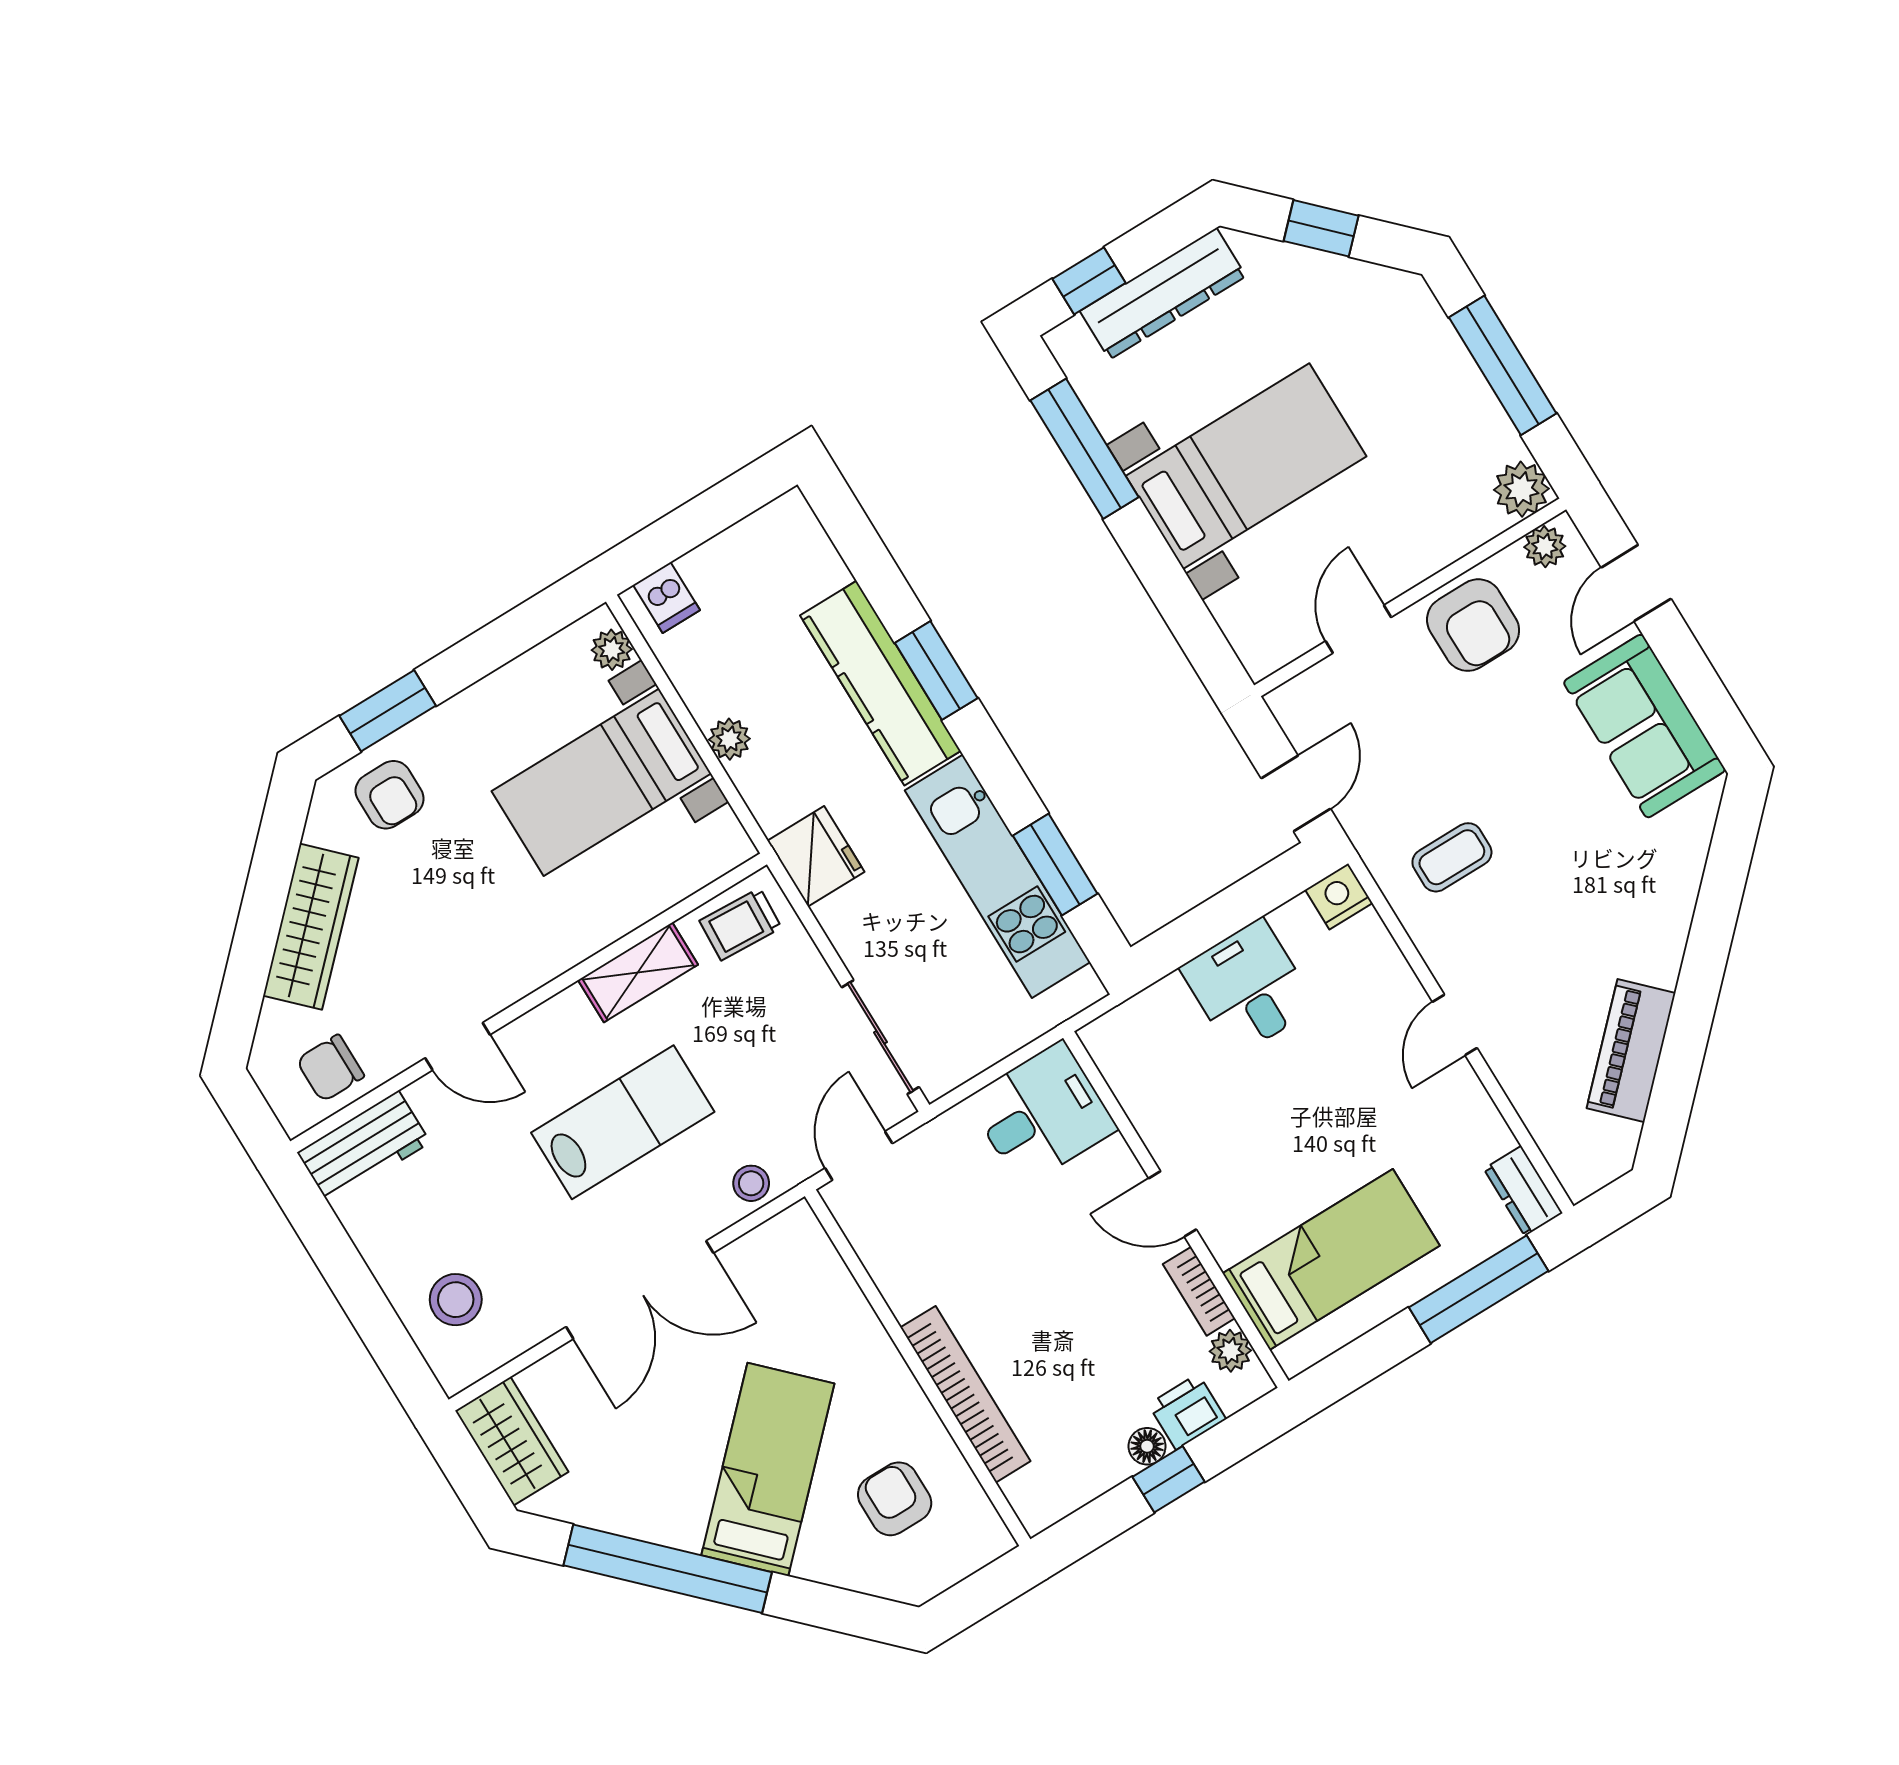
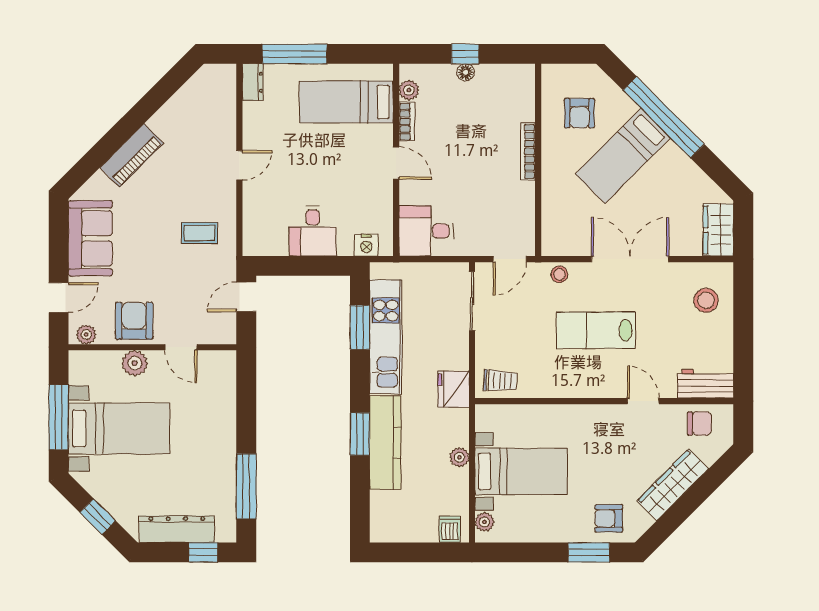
bed with nightstands: (1246, 466) -> (119, 428), moved, turned 180
plant: (1521, 489) -> (135, 363), moved
door: (1358, 629) -> (181, 347), hinge flipped
armchair: (390, 795) -> (609, 518), turned -90
nightstand: (1339, 896) -> (366, 245), moved
shelving: (638, 972) -> (553, 386), removed
piano: (1631, 1051) -> (132, 155), moved
bookcase: (965, 1394) -> (528, 151), width x0.68, depth x0.76
printer: (1187, 1412) -> (441, 76), removed
window: (668, 1569) -> (664, 117), moved

